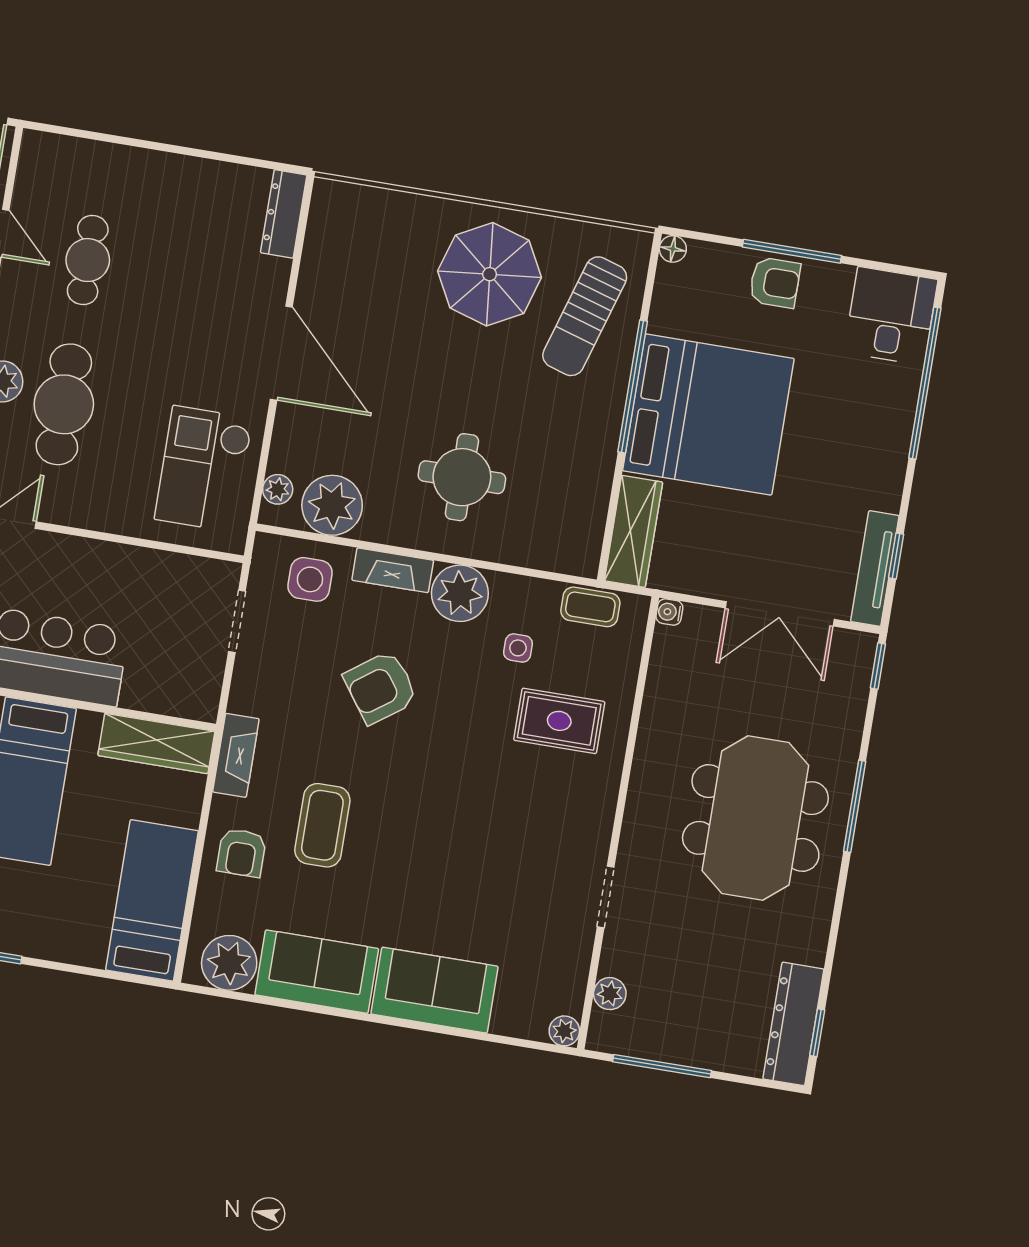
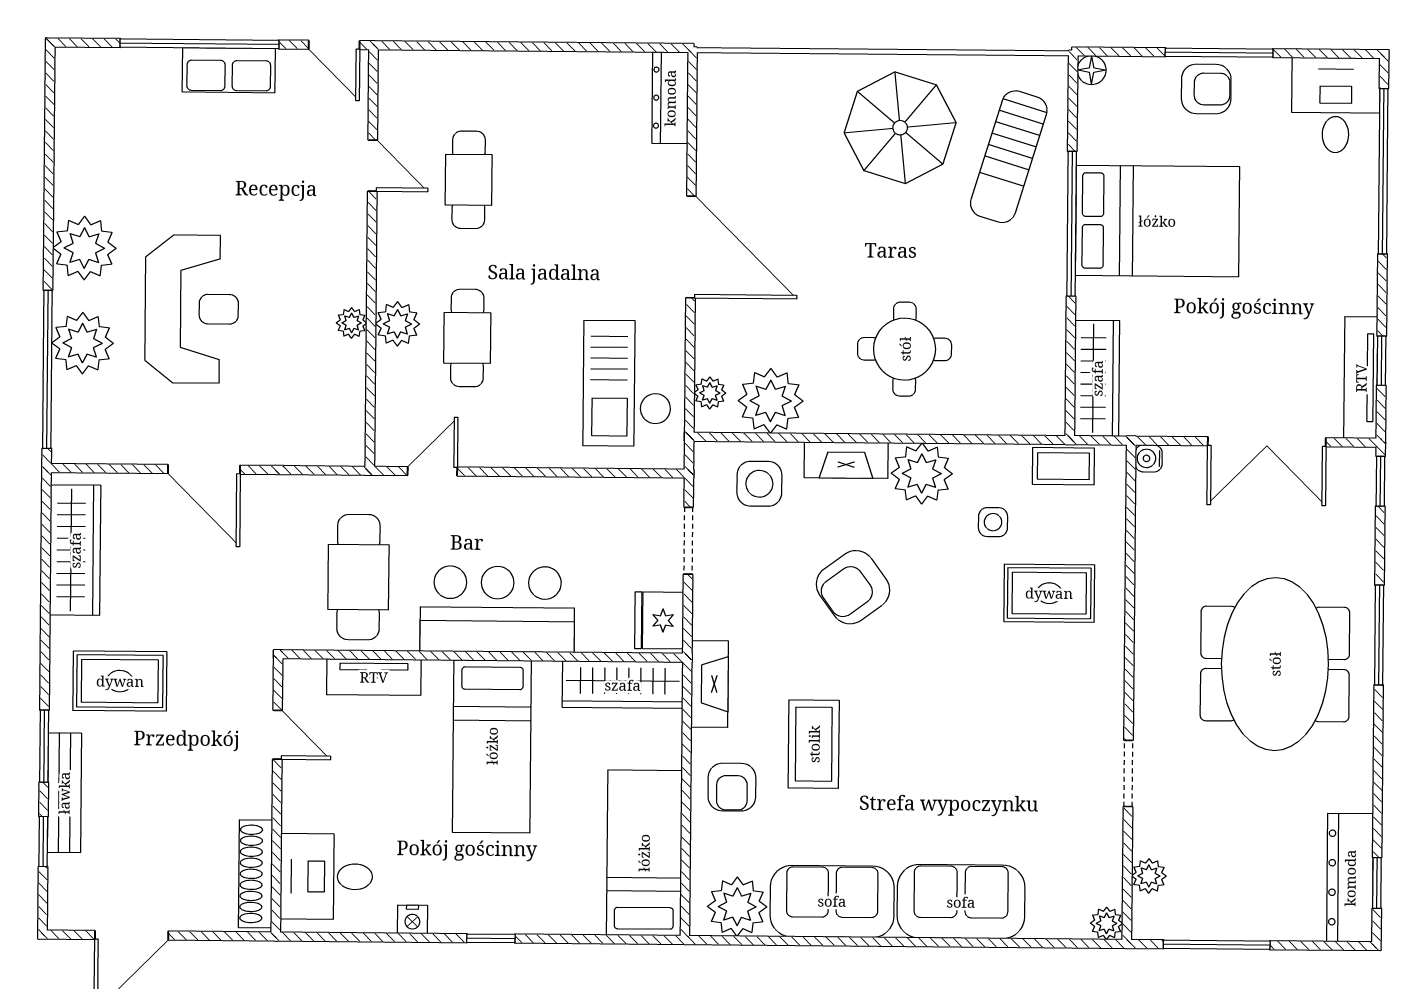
cafe table: (64, 404) -> (467, 338), width x0.73, depth x0.74
bed: (708, 415) -> (1157, 221), width x0.73
fridge: (199, 690) -> (659, 620), added

